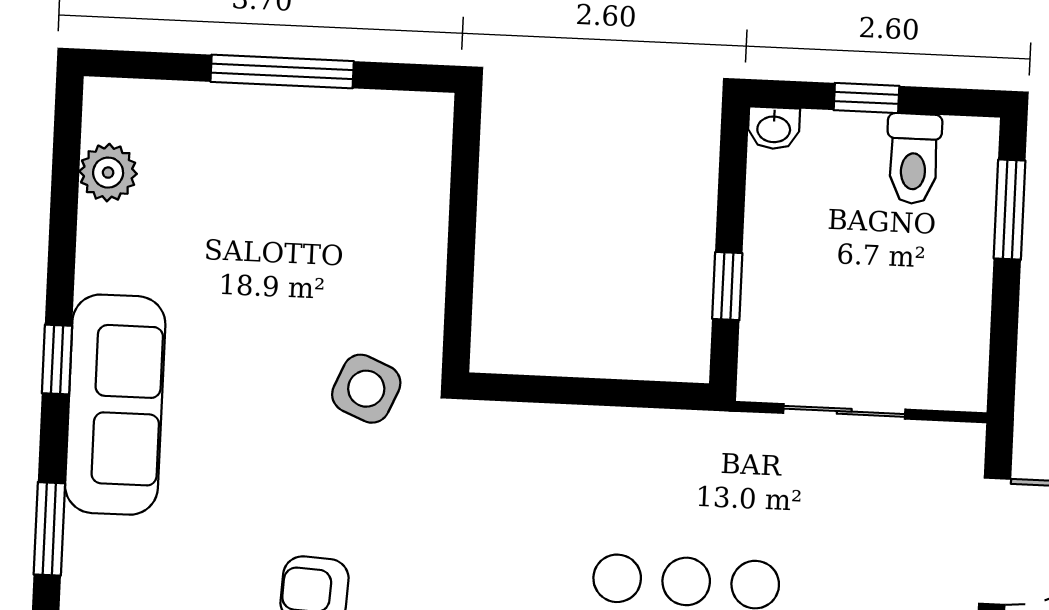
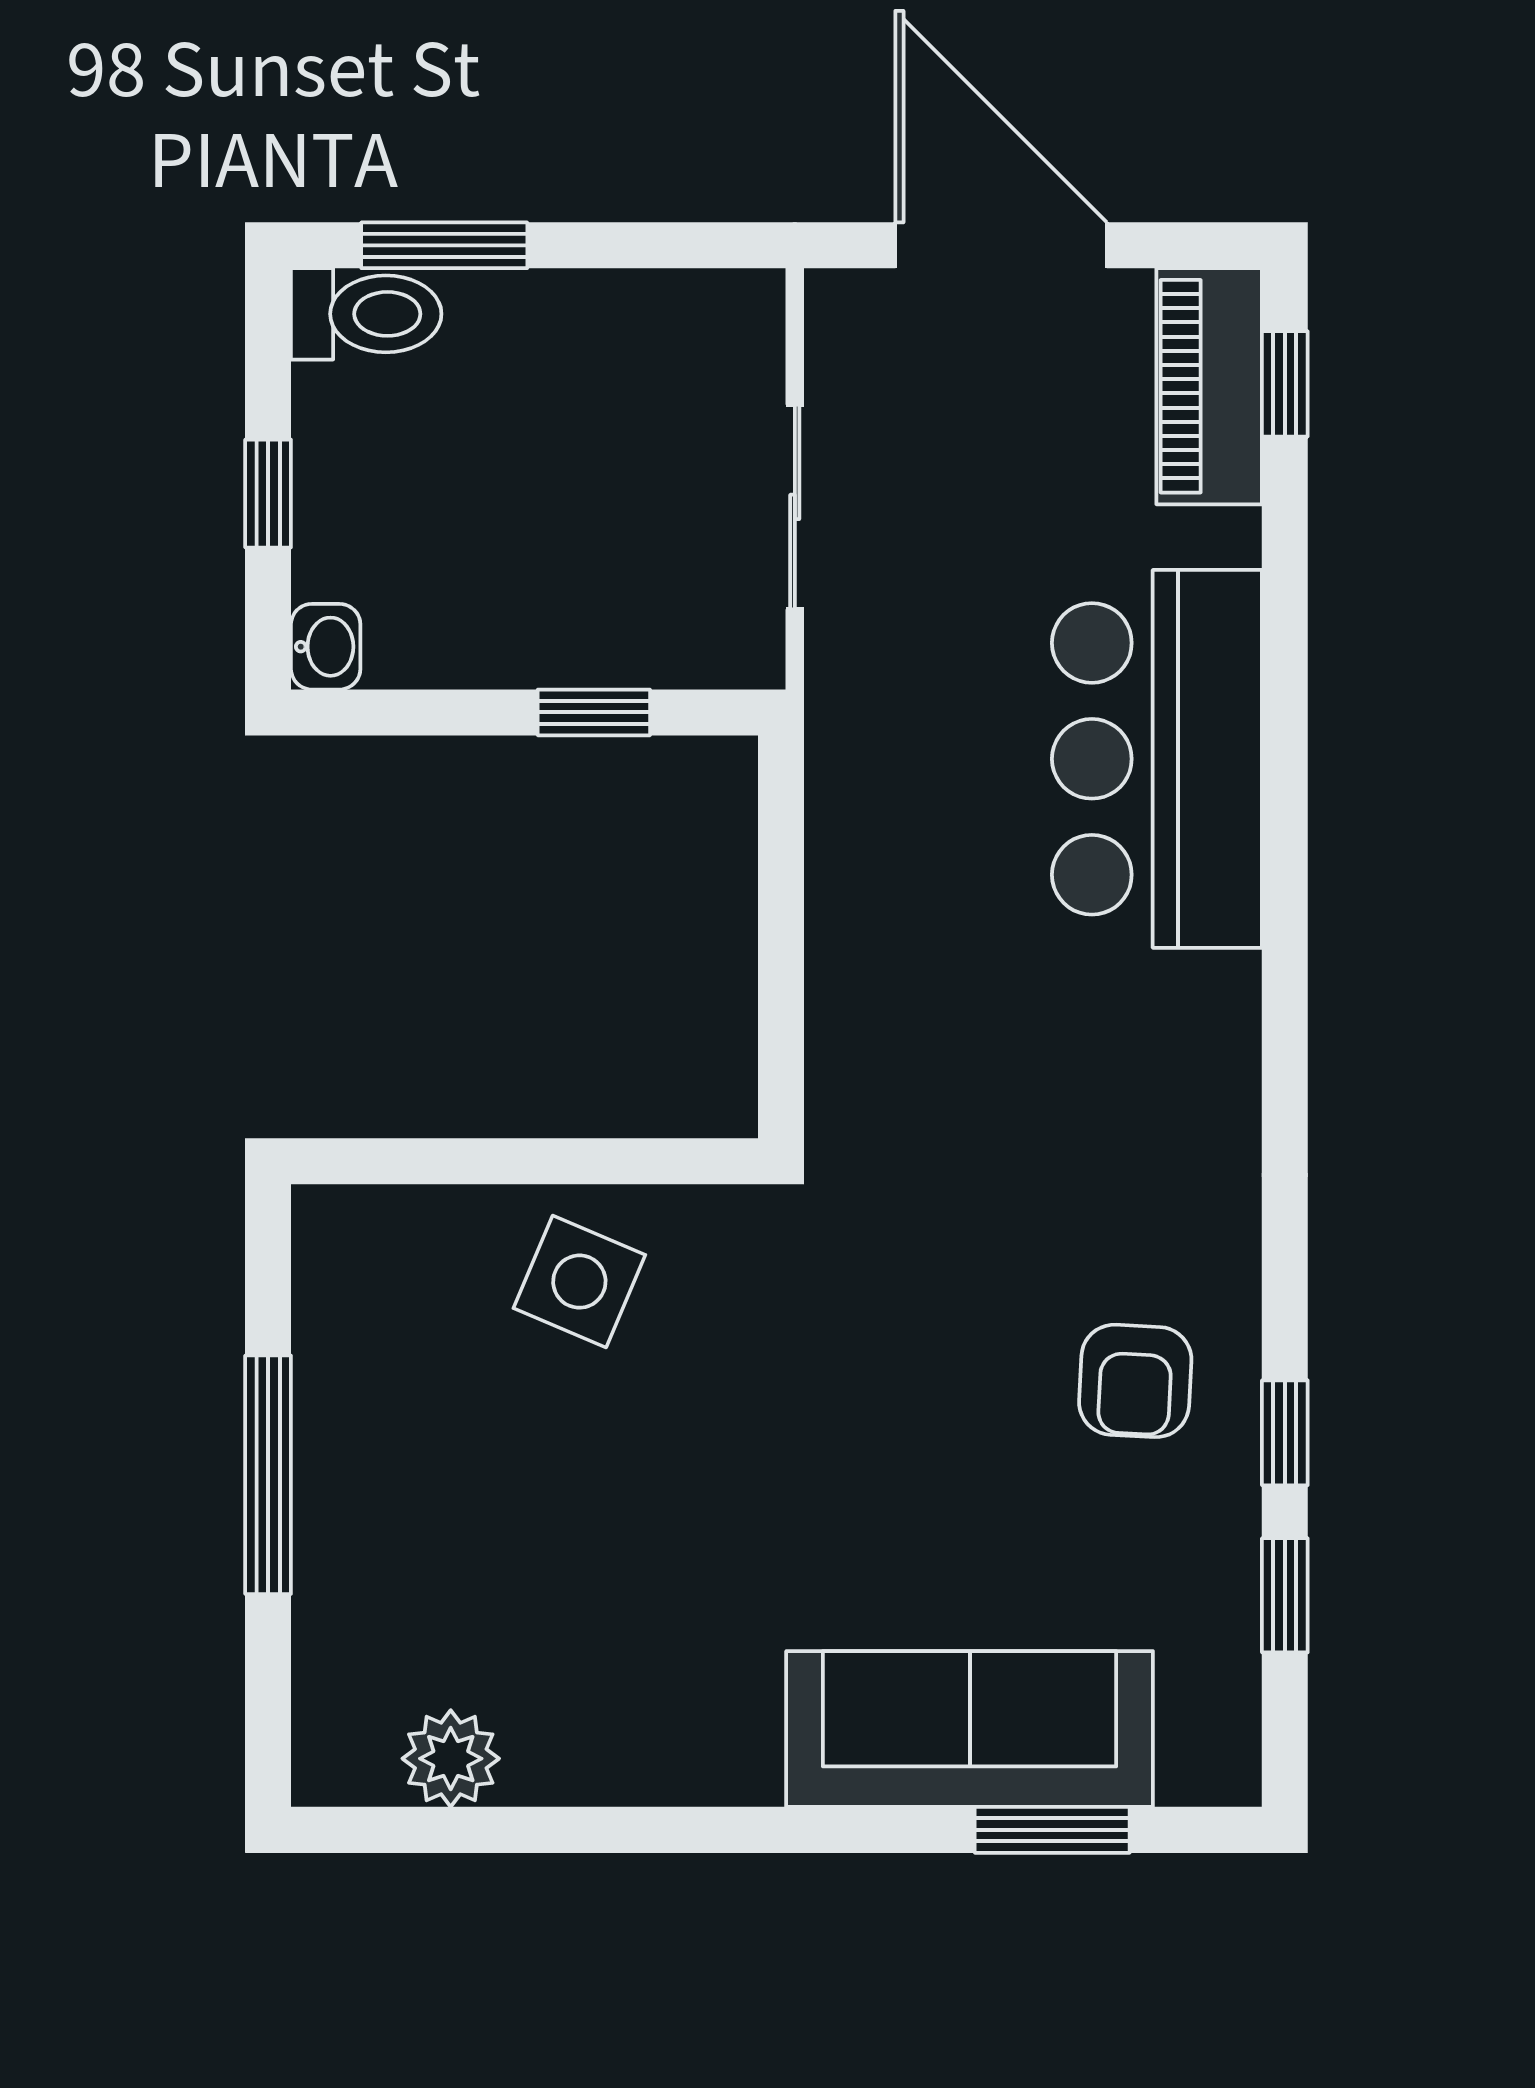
toilet: (914, 159) -> (366, 314), moved
window: (57, 360) -> (768, 1830), removed
side table: (366, 389) -> (579, 1282), moved
sofa: (115, 405) -> (970, 1729), moved

